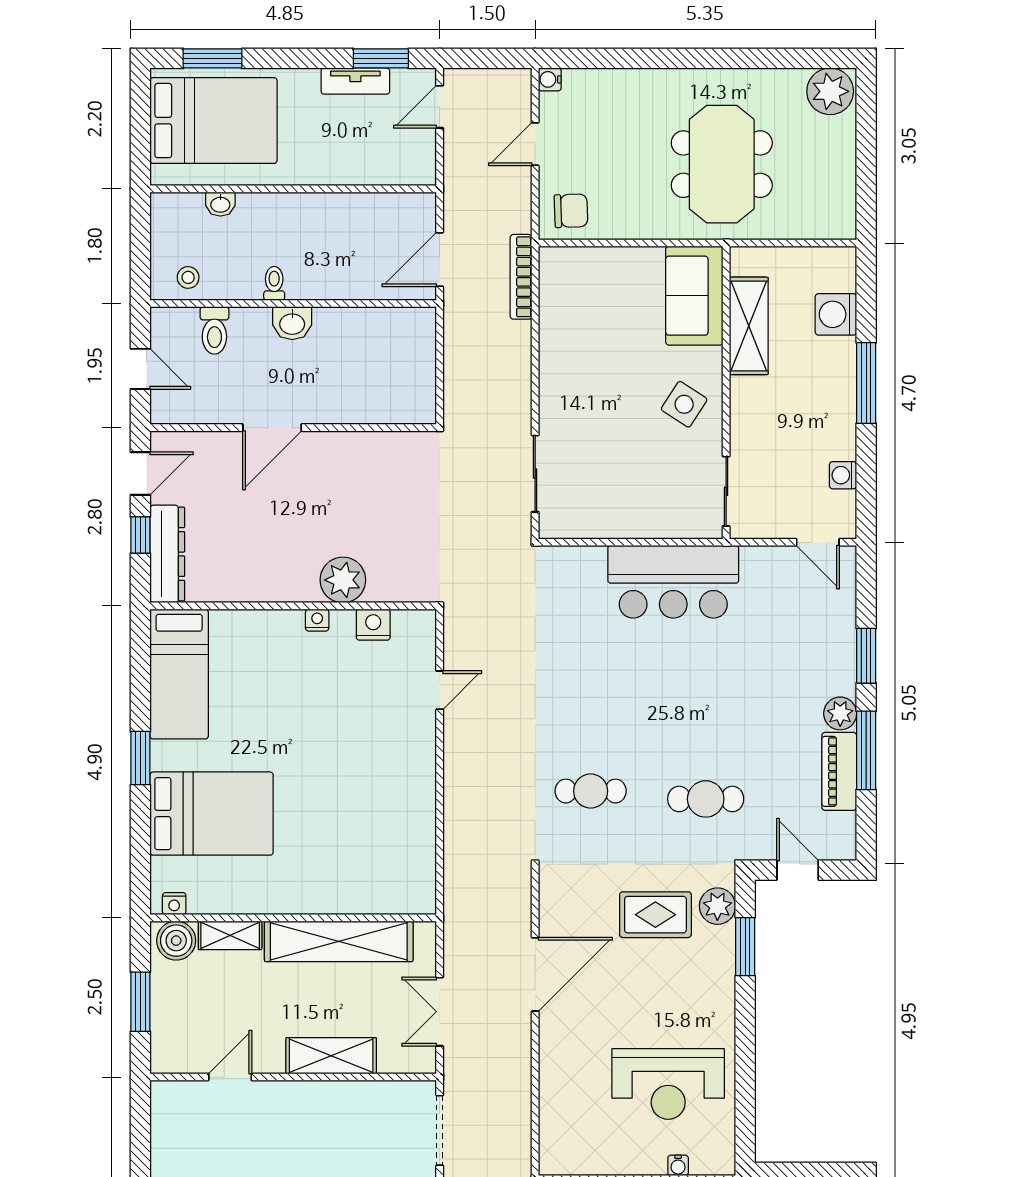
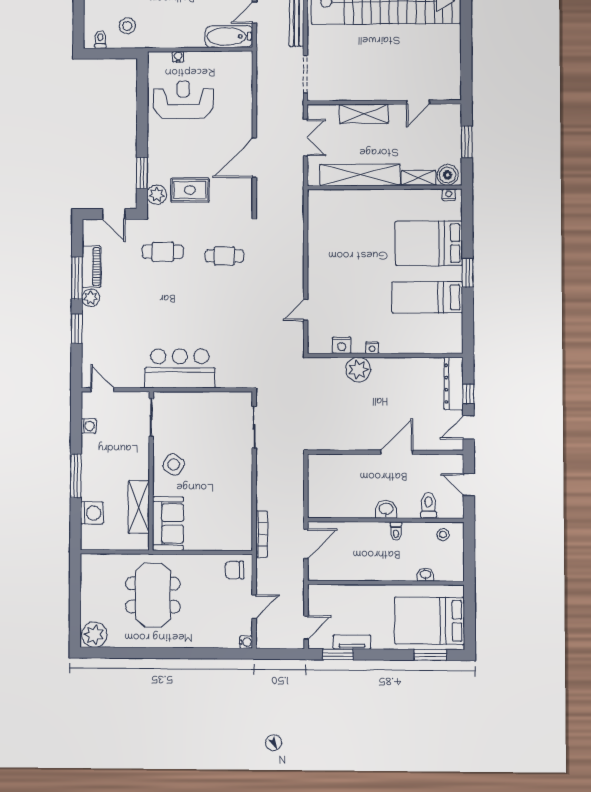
bed: (179, 674) -> (427, 297), moved, turned -90

